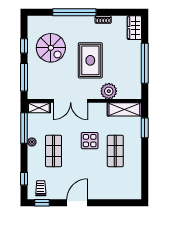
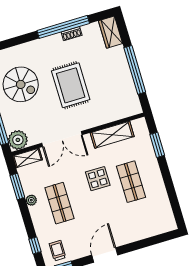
window: (74, 12) -> (63, 27), moved
plant: (109, 91) -> (18, 140), moved
shelving: (124, 109) -> (112, 135), moved
window: (24, 128) -> (17, 186), width x0.69

